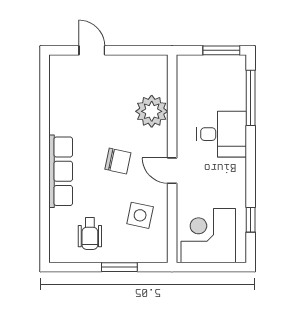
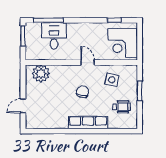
plant: (152, 111) -> (41, 74), moved
desk: (222, 134) -> (54, 36), moved
door: (172, 171) -> (88, 63), swing flipped

